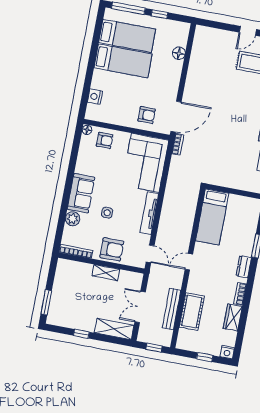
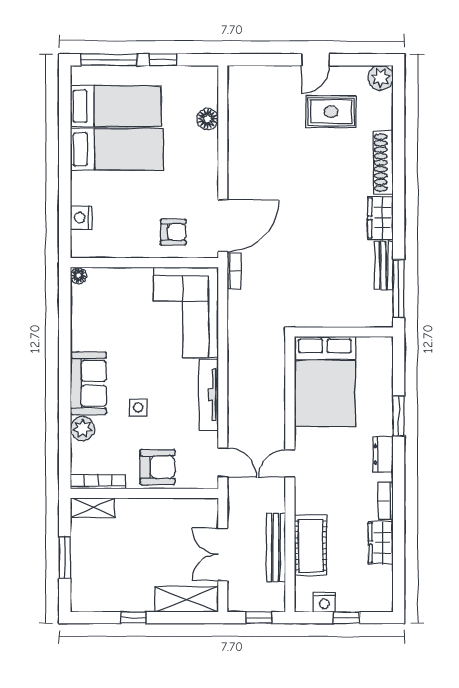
armchair: (105, 140) -> (111, 288), removed
bed: (212, 217) -> (325, 381), width x1.50
shelving: (106, 273) -> (93, 508), moved
window: (46, 302) -> (65, 557), moved
nightstand: (227, 352) -> (324, 602), moved

